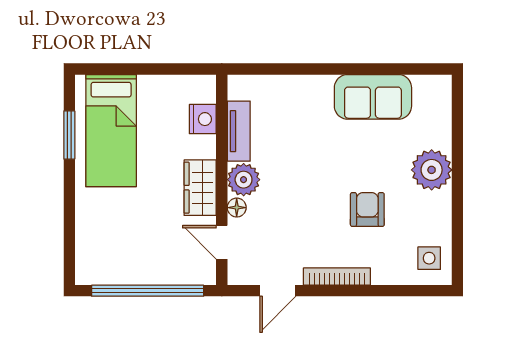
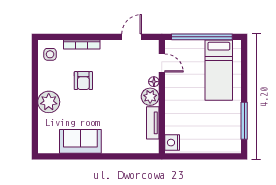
nightstand: (203, 119) -> (172, 143), moved
bed: (111, 131) -> (219, 70), moved, turned 180
window: (69, 135) -> (244, 121), width x1.44
wardrobe: (200, 188) -> (174, 92), removed
bookcase: (337, 277) -> (82, 44), moved

